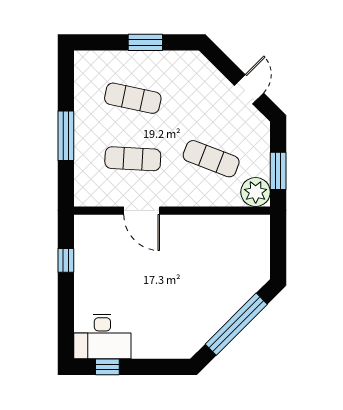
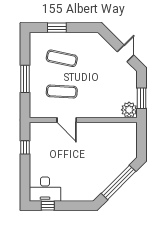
window: (145, 42) -> (57, 28), moved
exercise mat: (211, 159) -> (105, 92), removed

